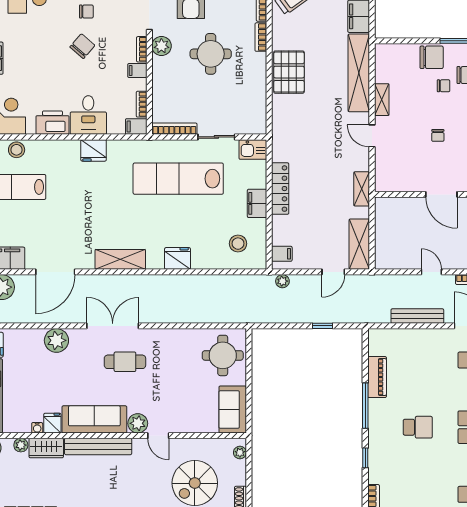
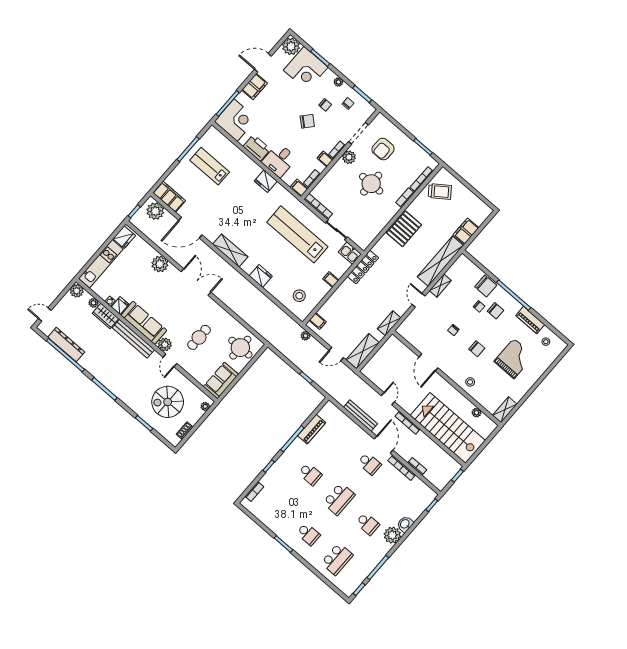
stool: (17, 150) -> (226, 146), removed
locker: (280, 189) -> (363, 267), moved
filing cabinet: (257, 203) -> (331, 280), width x0.50
cafe table: (125, 362) -> (199, 337), moved, turned 90

